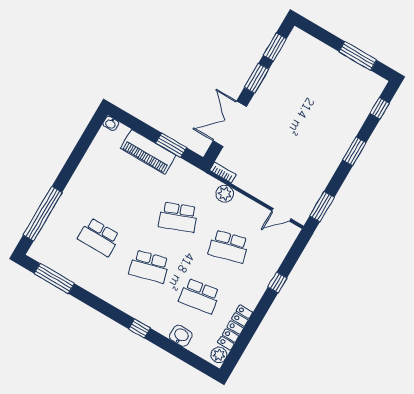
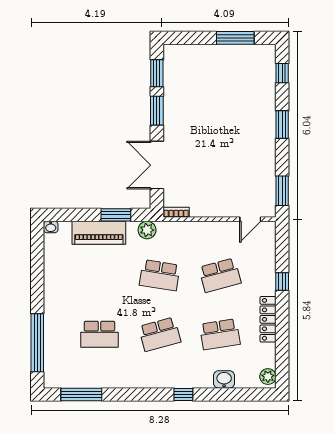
plant: (225, 194) -> (147, 230), moved
school desk: (178, 217) -> (160, 275), turned 30
locker: (235, 327) -> (268, 319), moved

